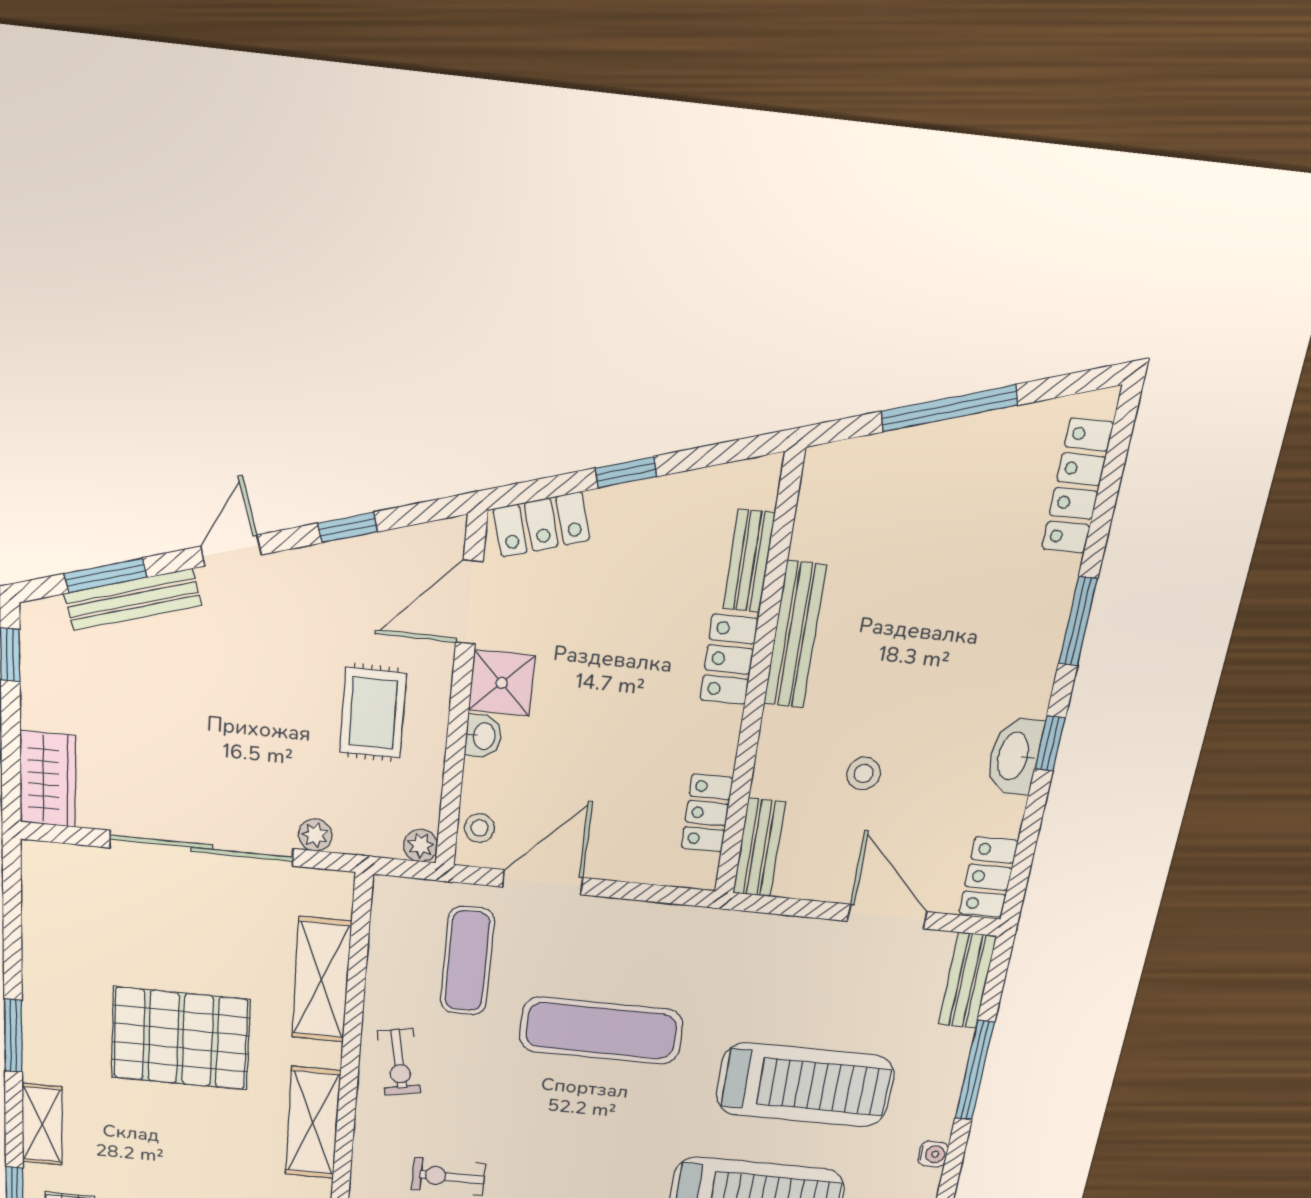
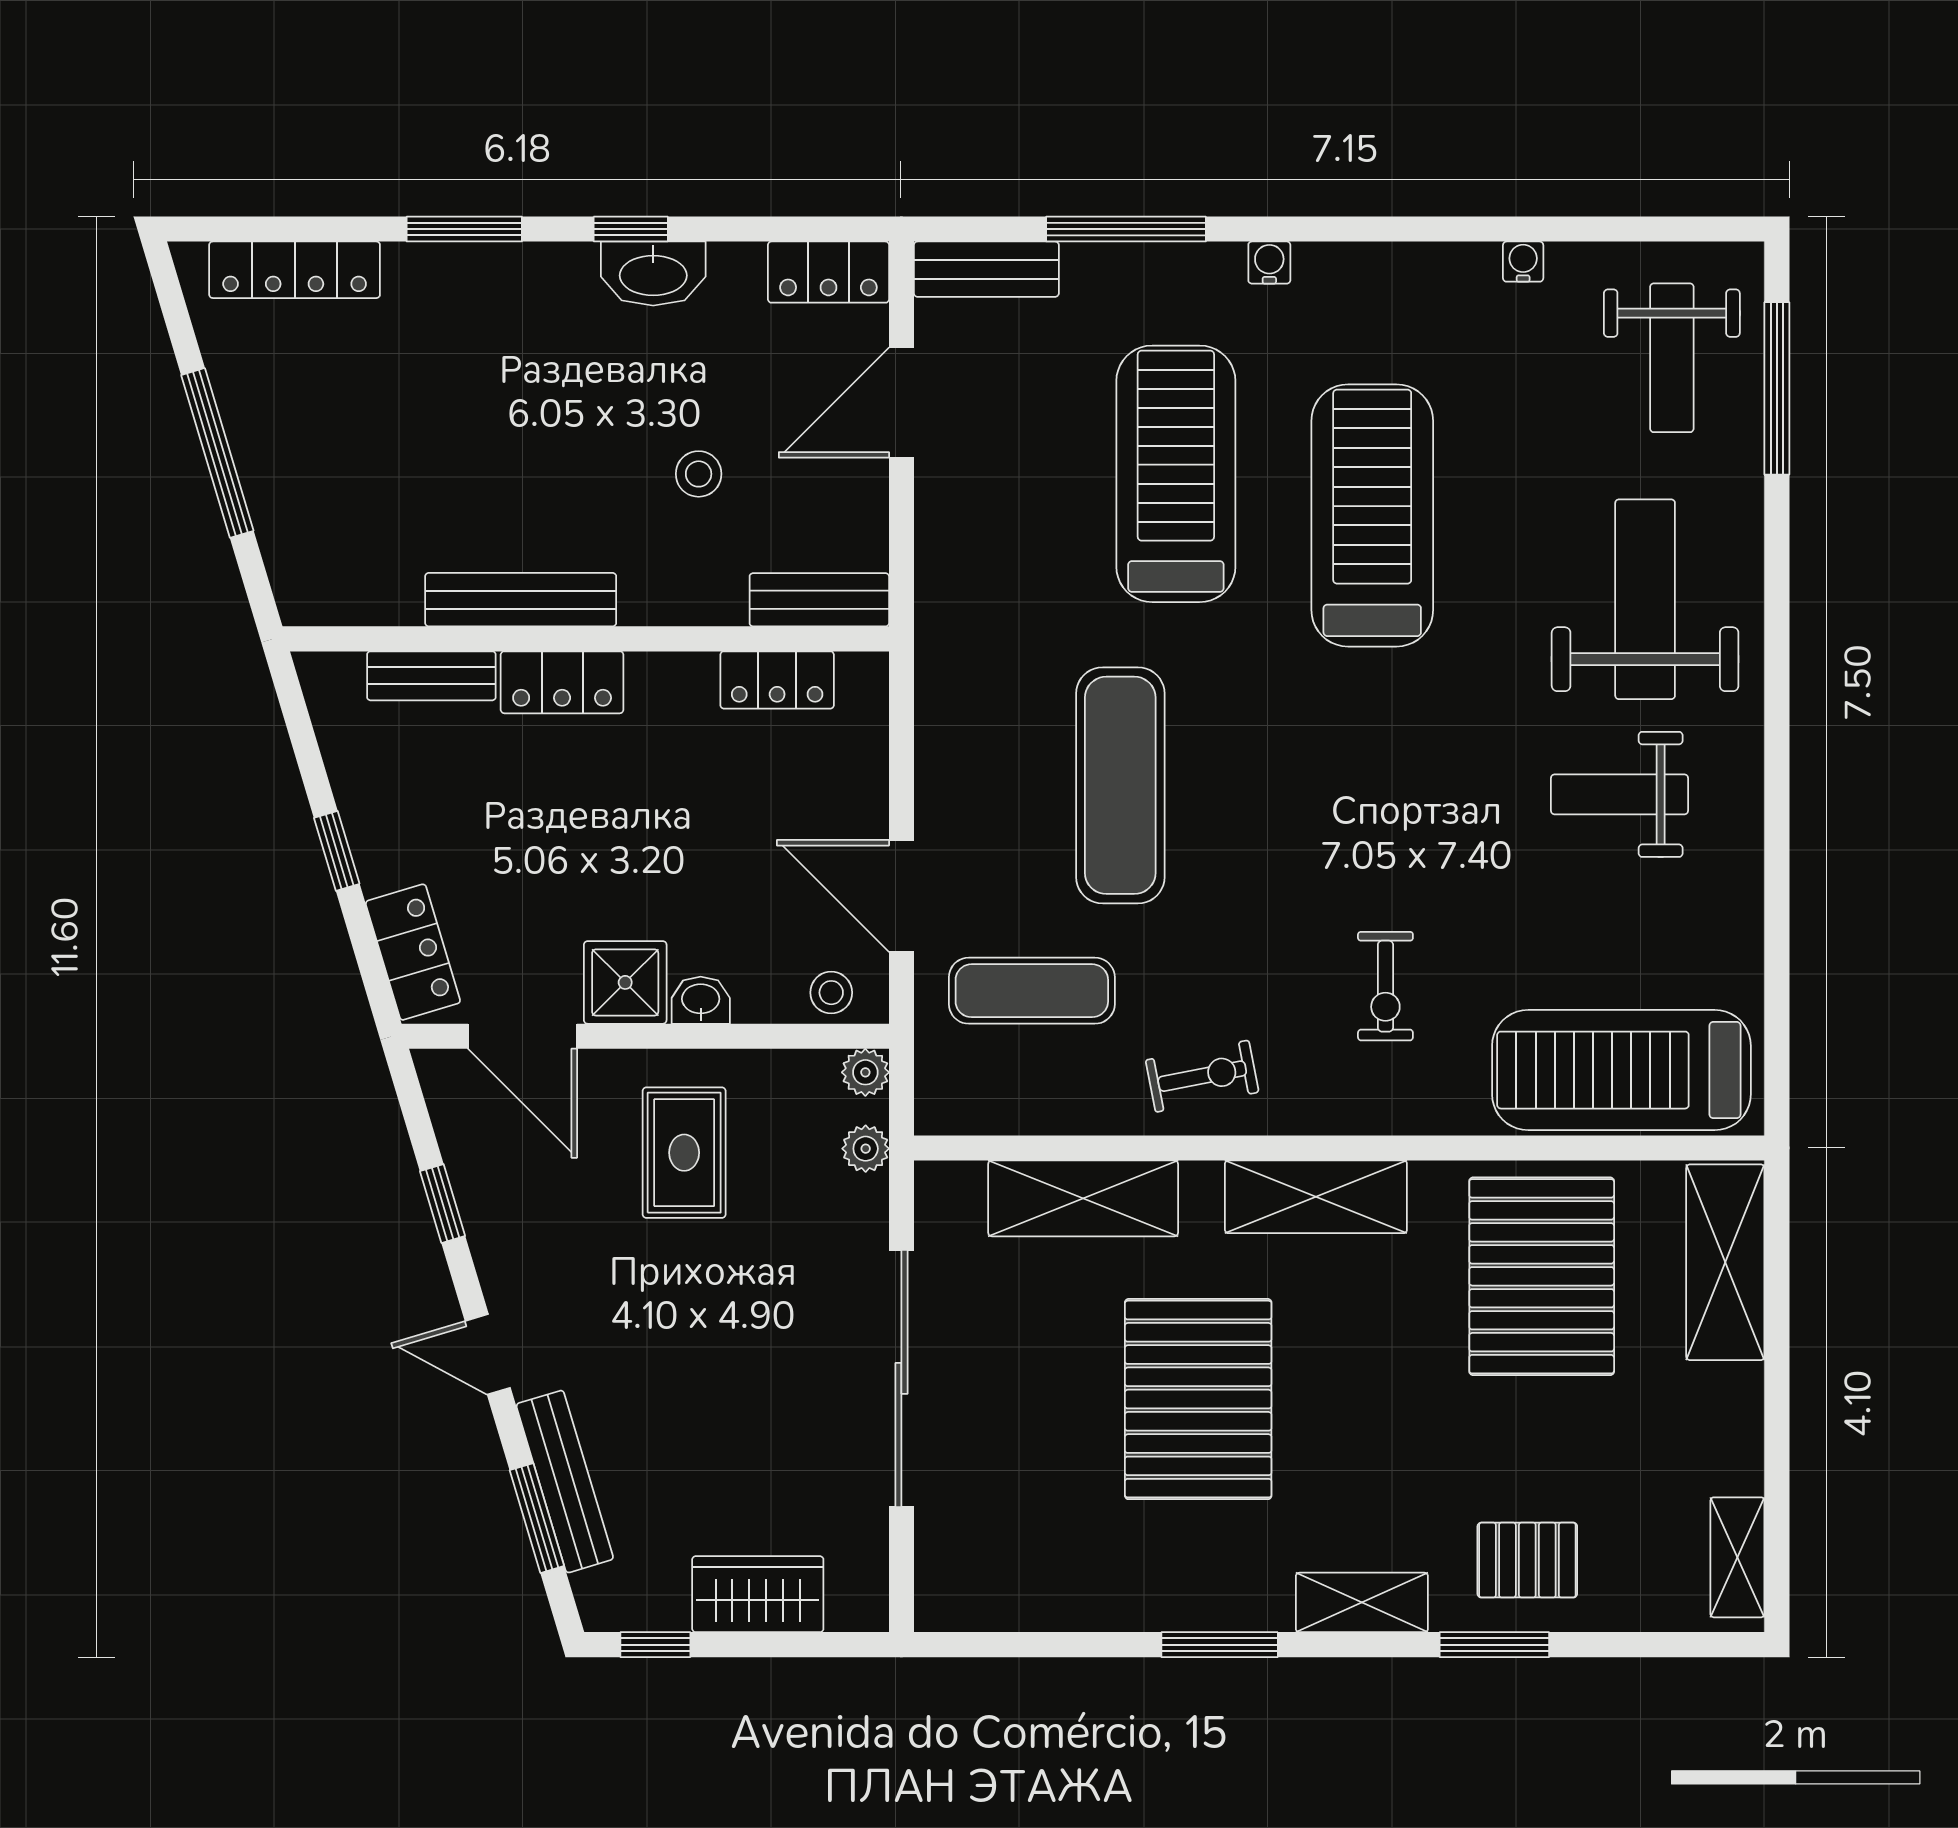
rug: (373, 713) -> (684, 1153), turned 90
wardrobe: (48, 779) -> (758, 1594), moved
plant: (315, 835) -> (866, 1149), moved

